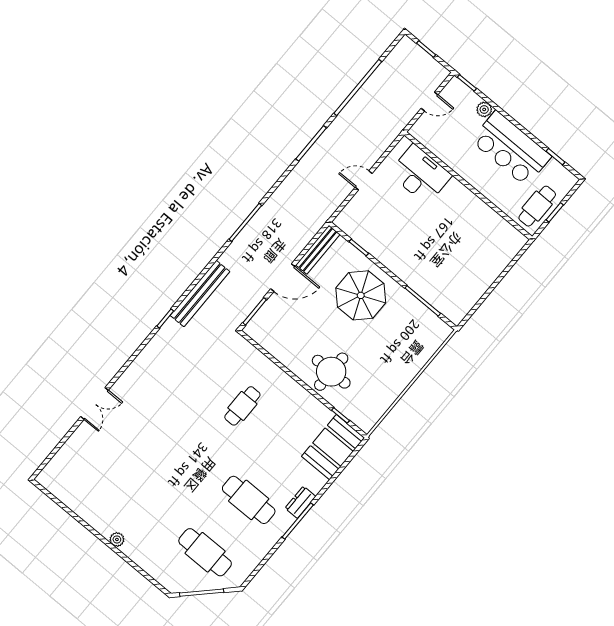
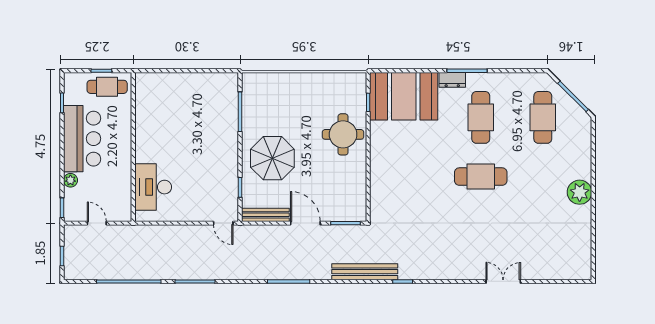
door: (364, 180) -> (223, 223), moved
cafe table: (242, 406) -> (481, 177), moved, width x1.37, depth x1.35
booth: (333, 447) -> (404, 96), width x1.36, depth x1.42
plant: (117, 539) -> (580, 192), width x1.88, depth x1.88

